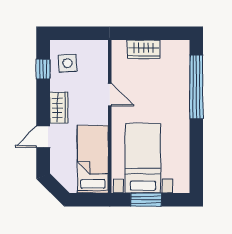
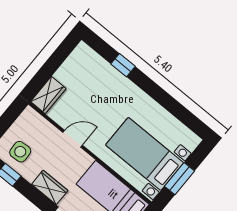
wardrobe: (143, 49) -> (48, 95), moved
window: (196, 87) -> (123, 65), width x0.32

